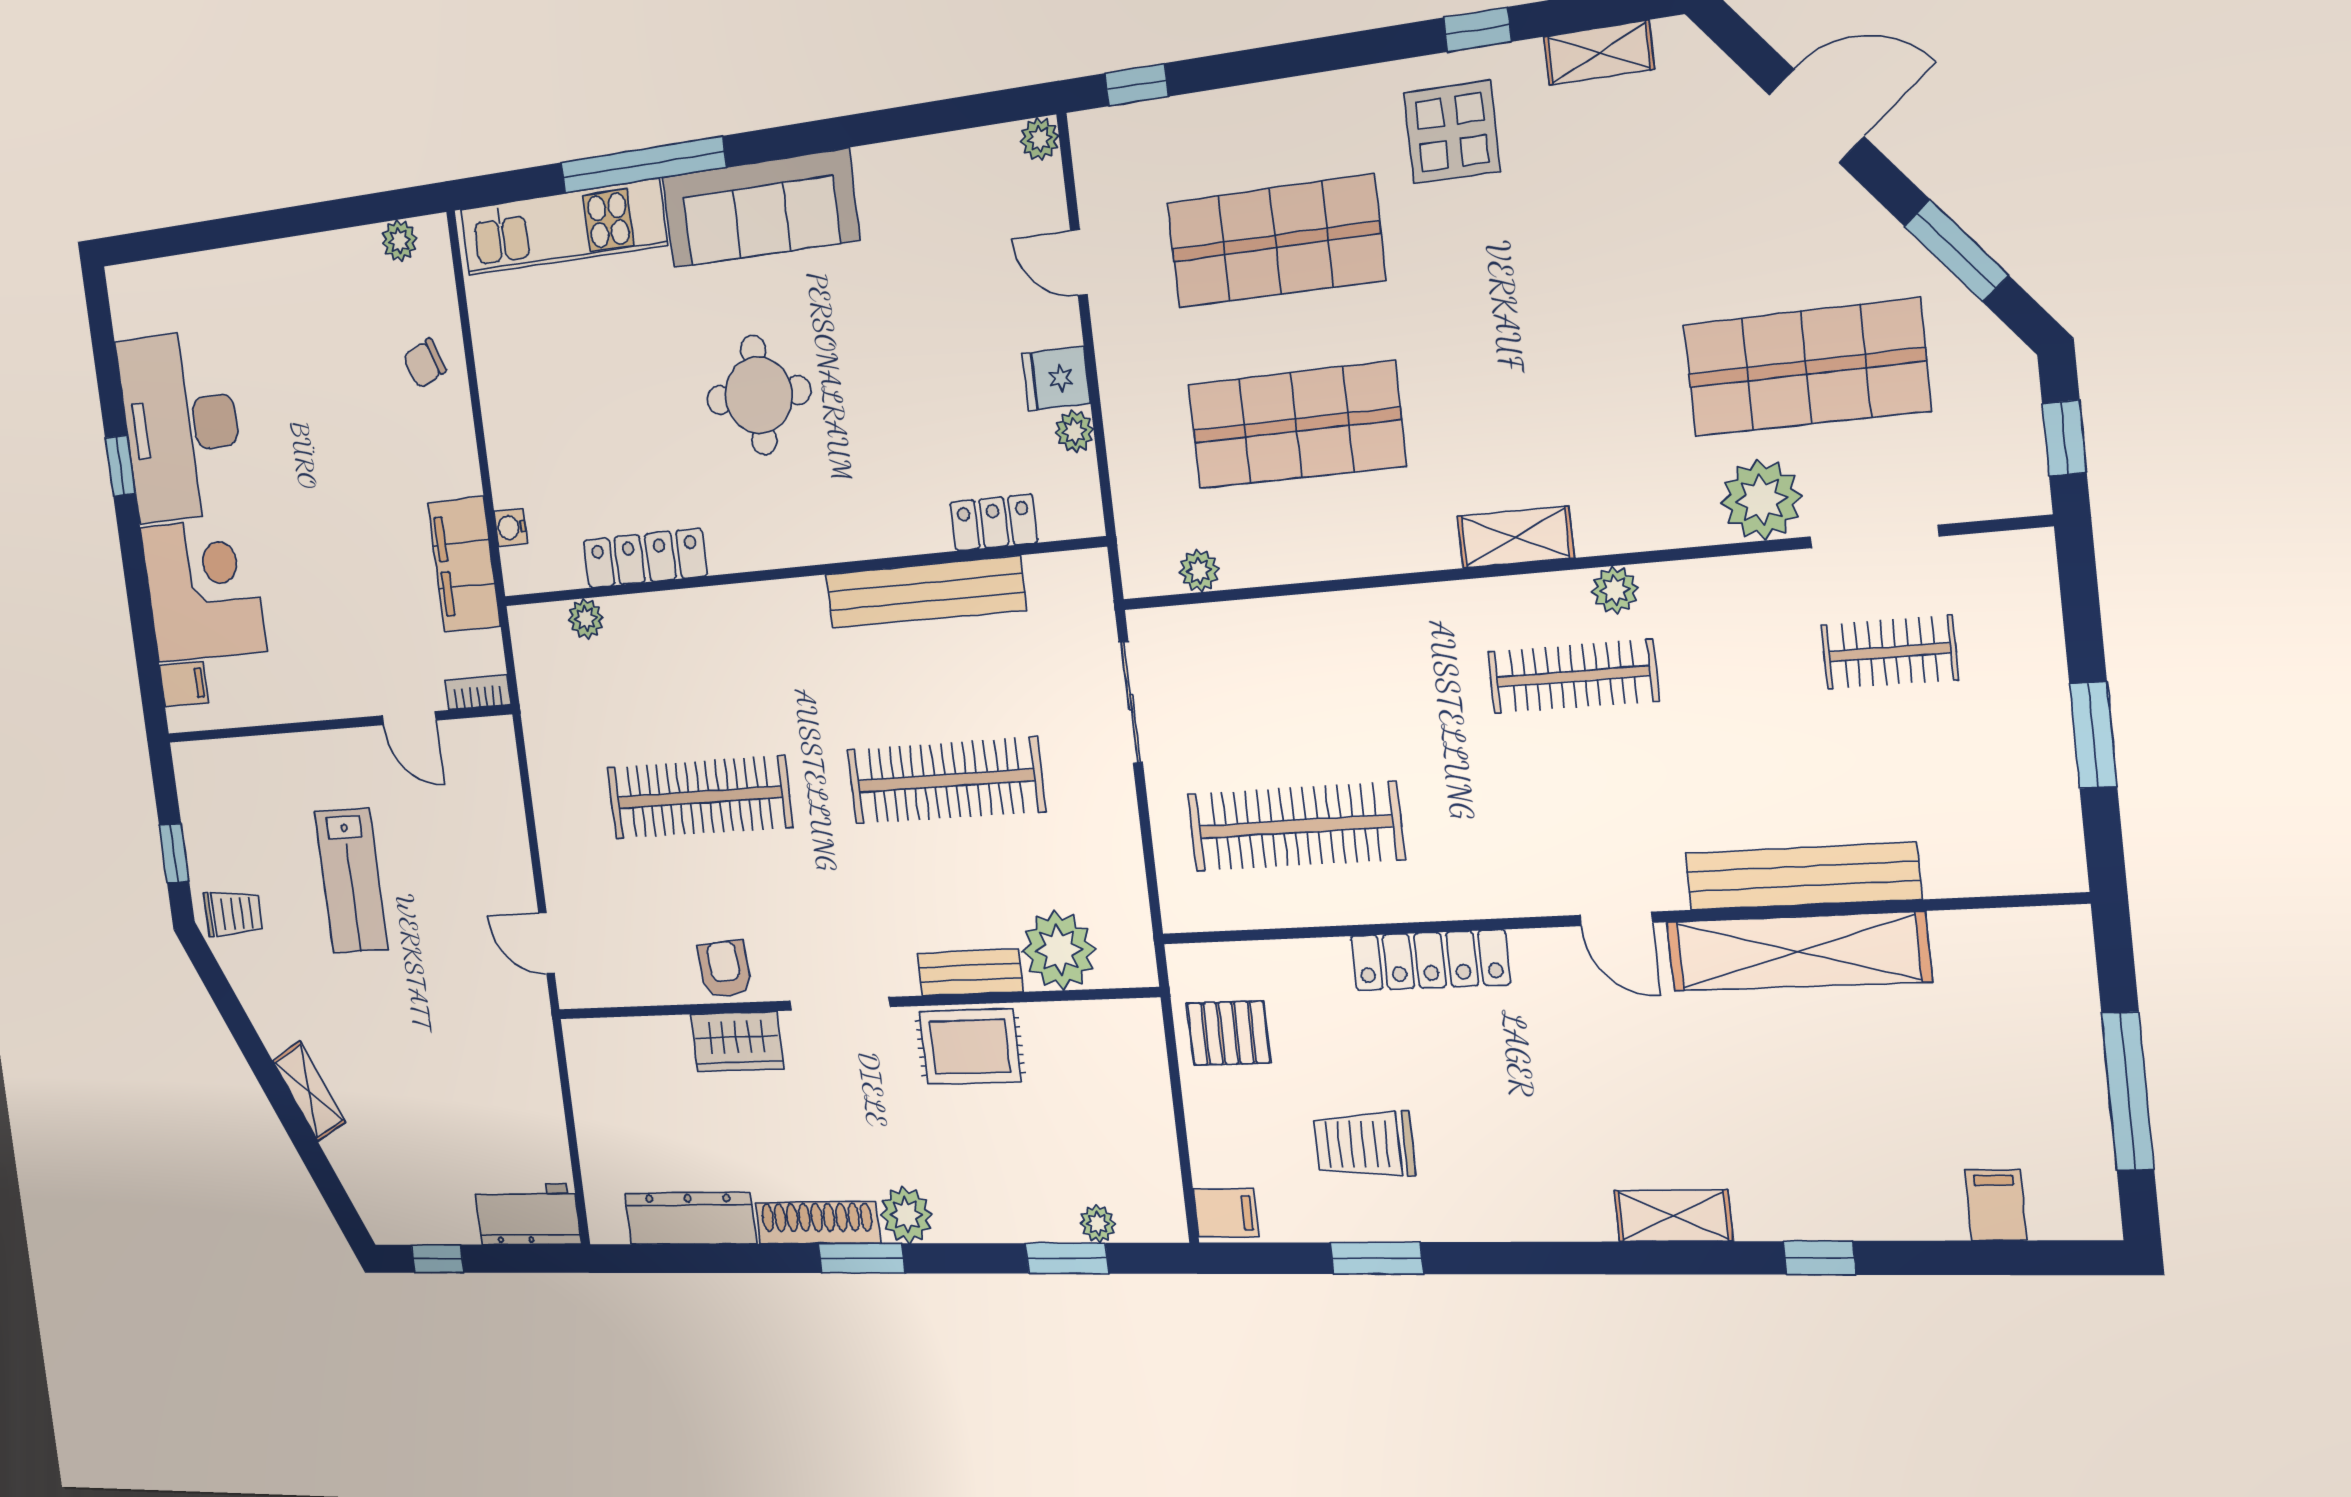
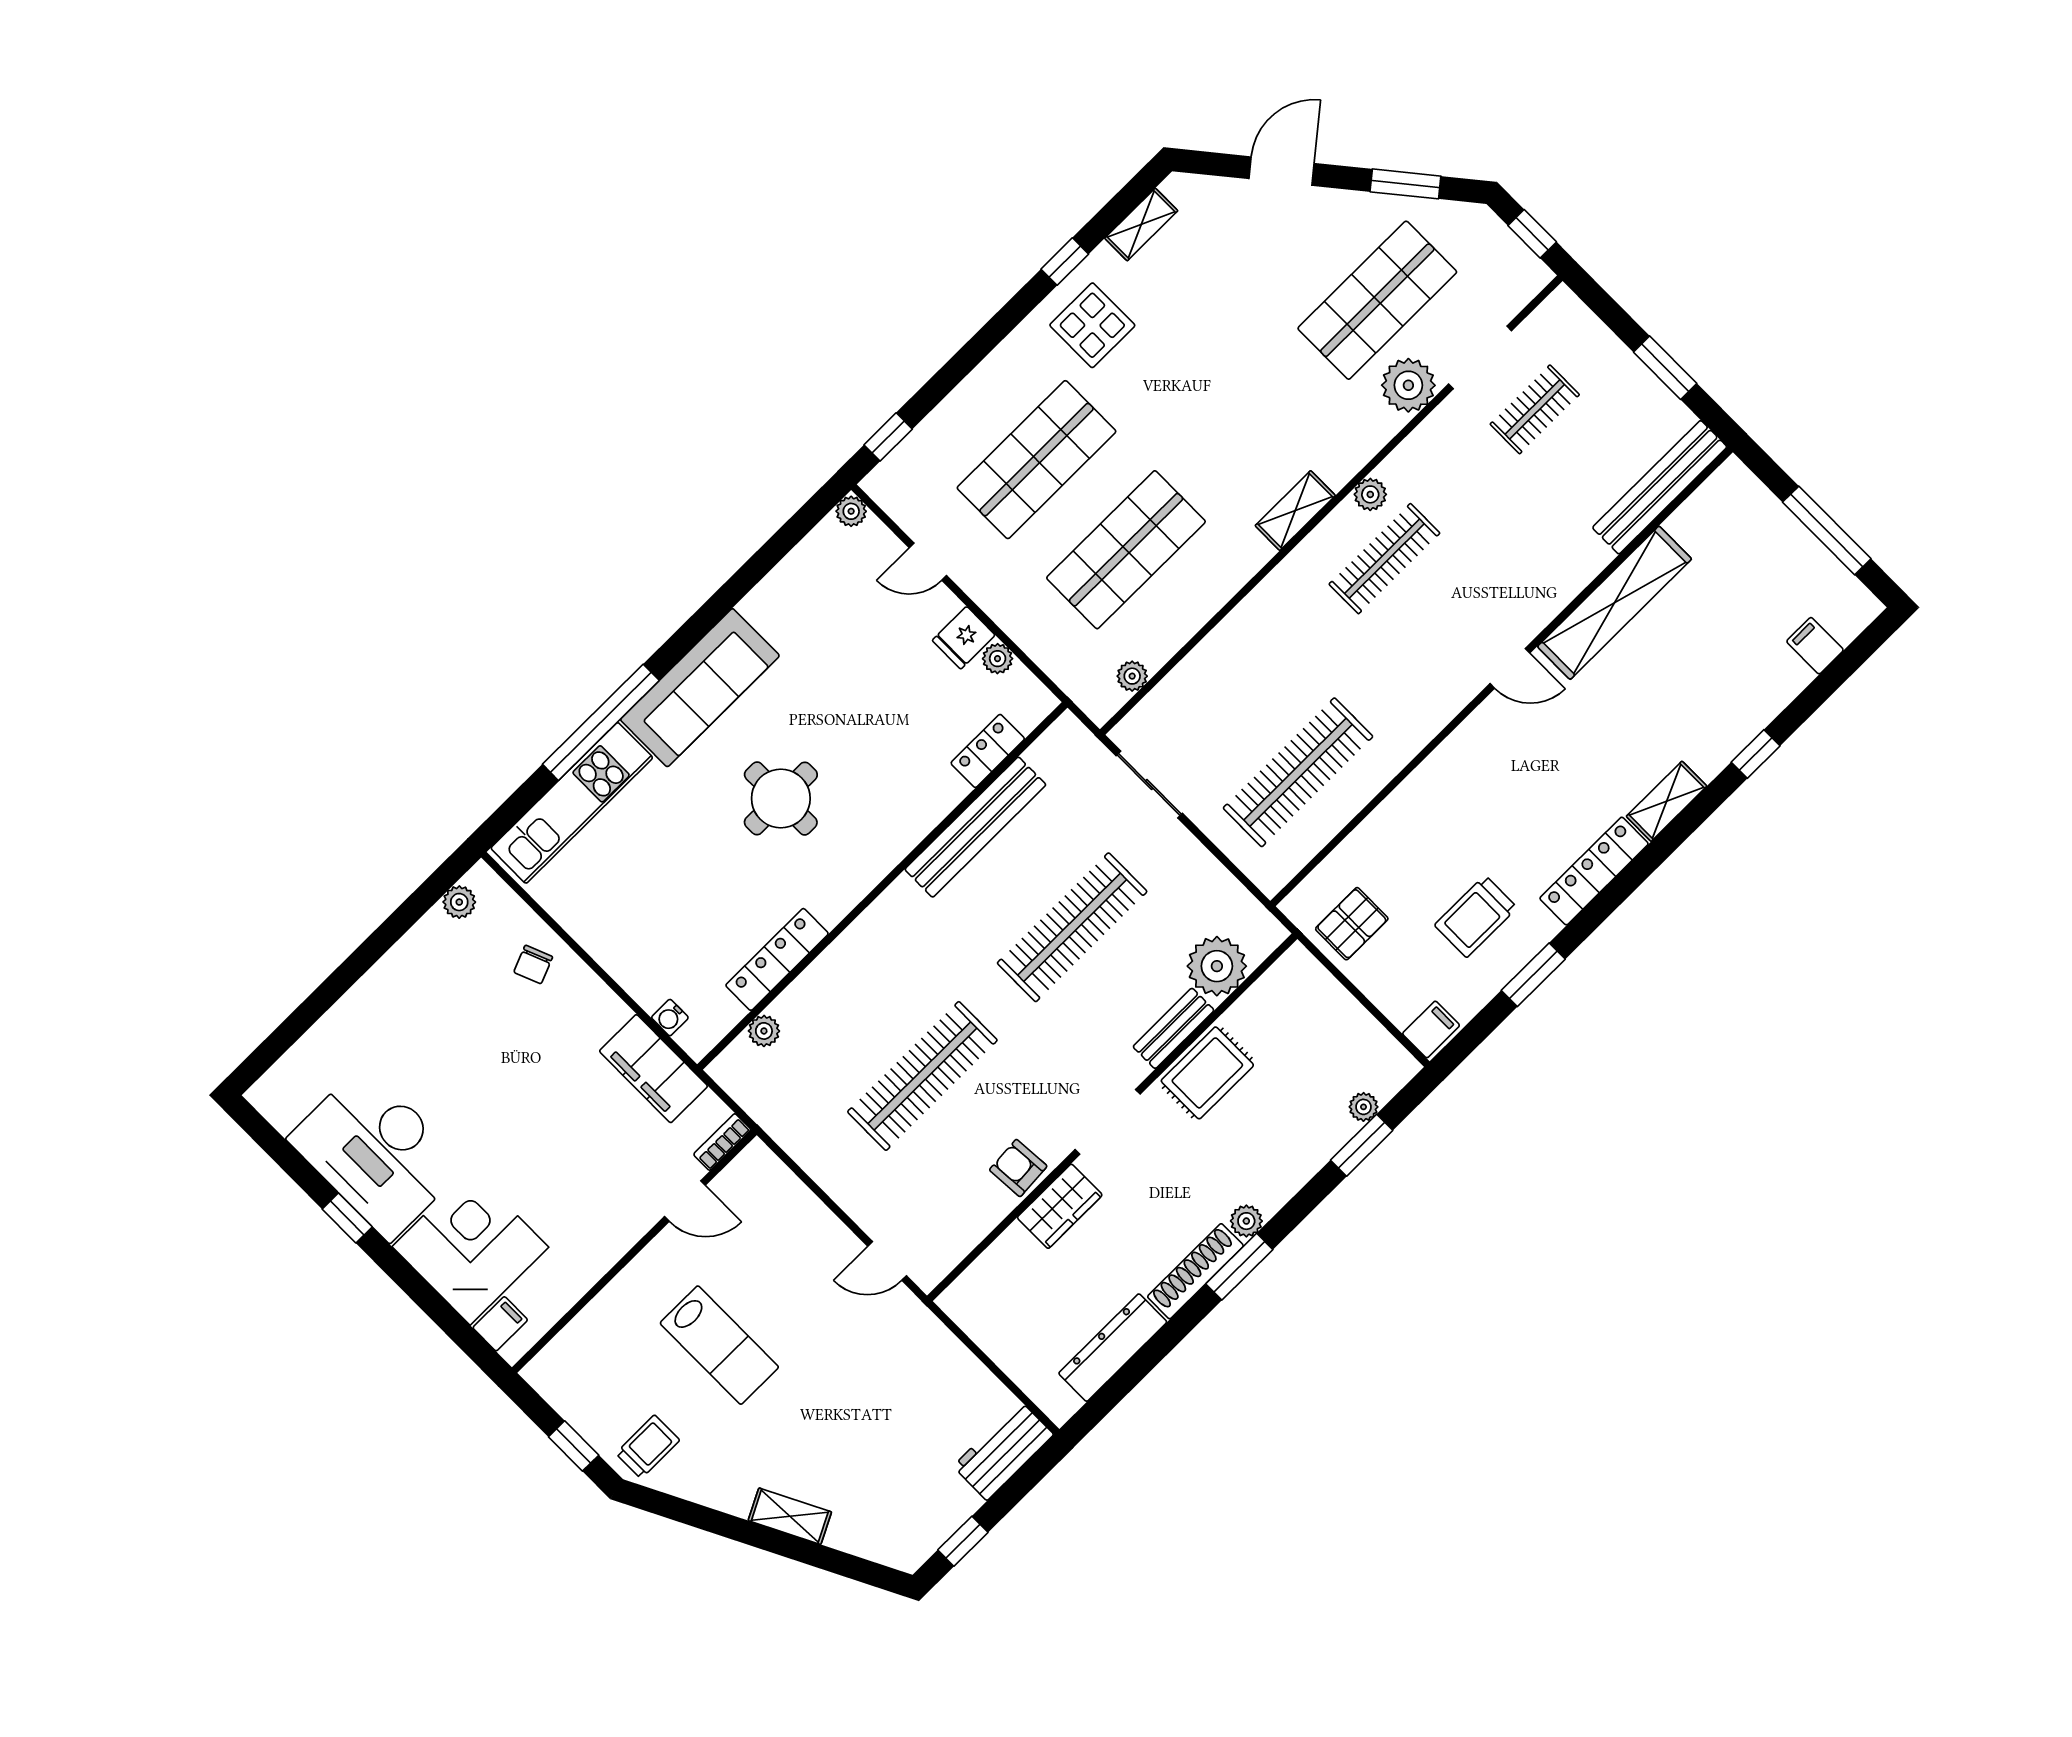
bench: (1802, 876) -> (1660, 487), moved
locker: (1430, 960) -> (1594, 871), moved, turned 180
plant: (906, 1215) -> (1246, 1221), width x0.73, depth x0.73

